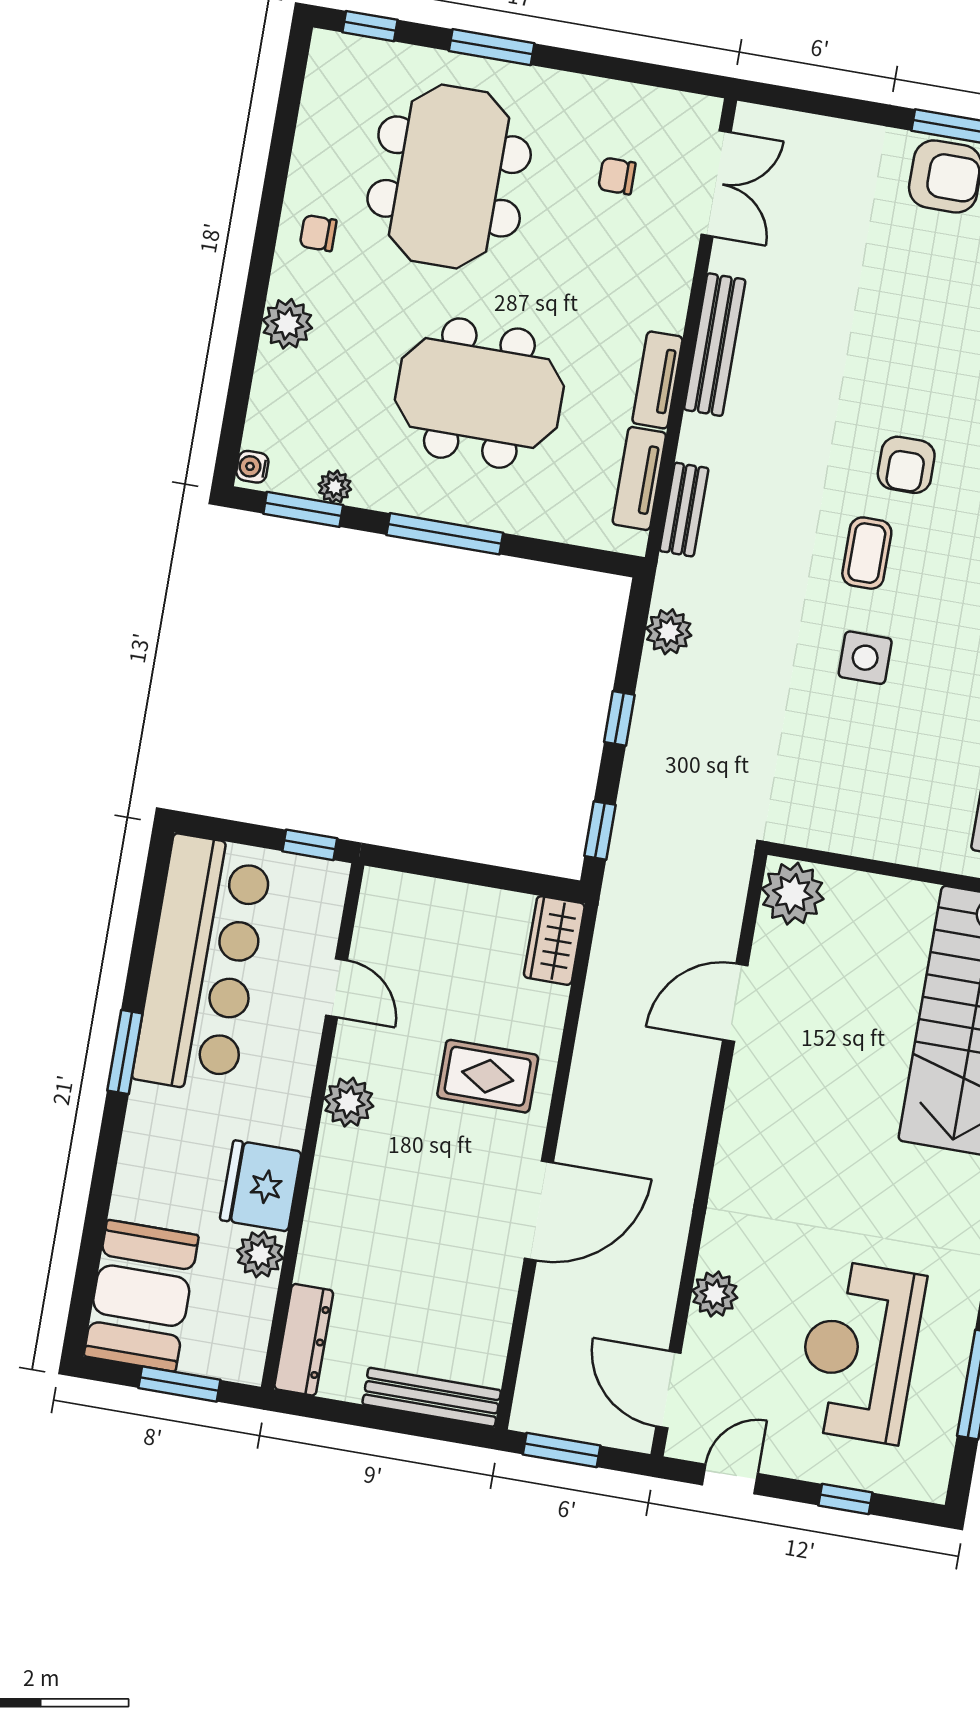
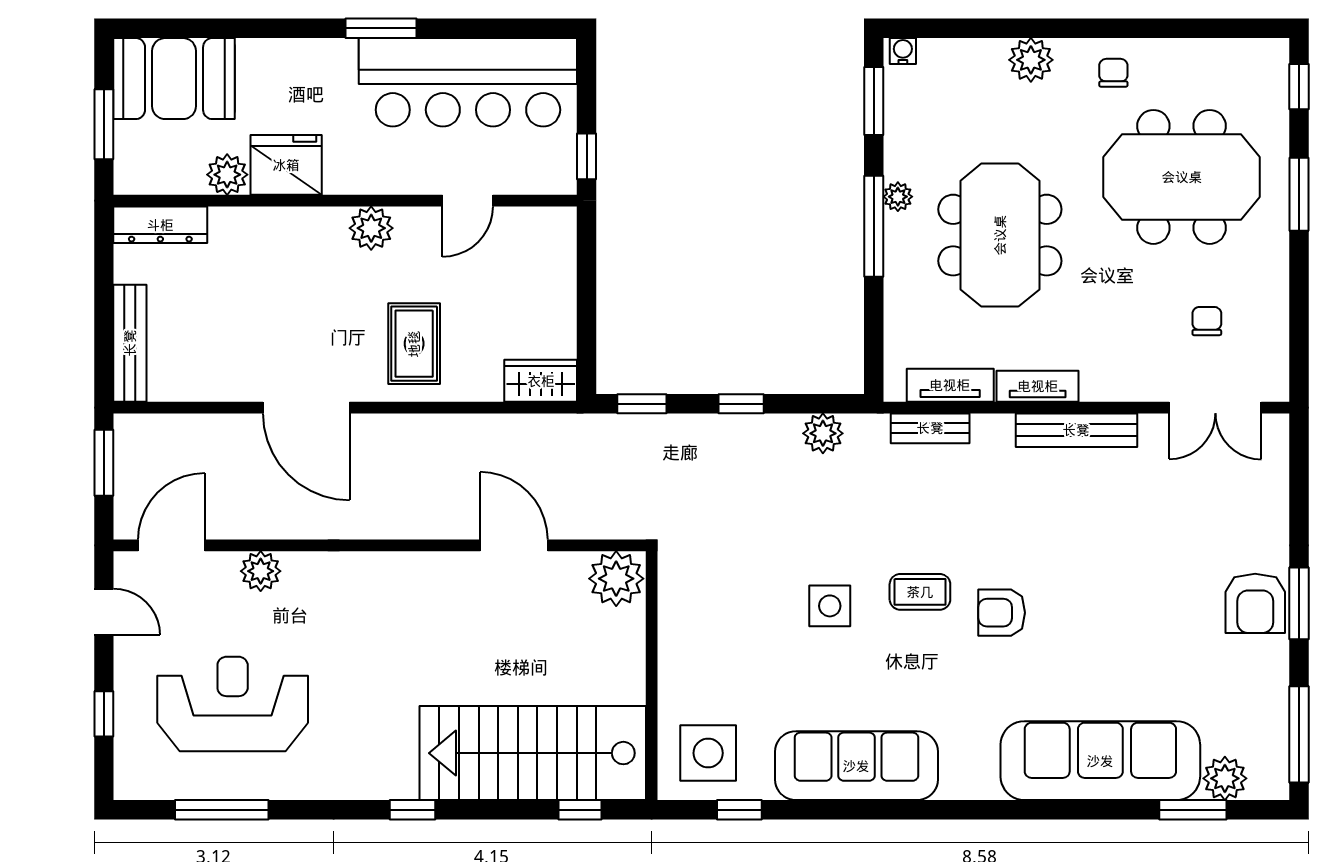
plant: (335, 487) -> (898, 197), moved

